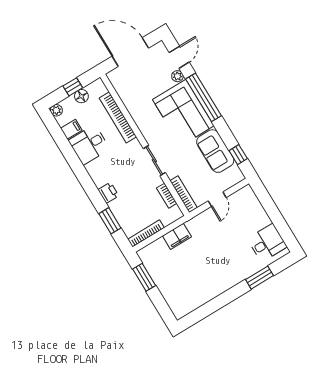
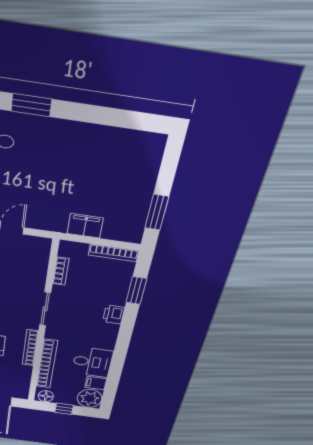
floor lamp: (81, 96) -> (46, 396), moved
plant: (56, 110) -> (90, 398), width x1.87, depth x1.87
bookcase: (184, 194) -> (30, 348), moved

